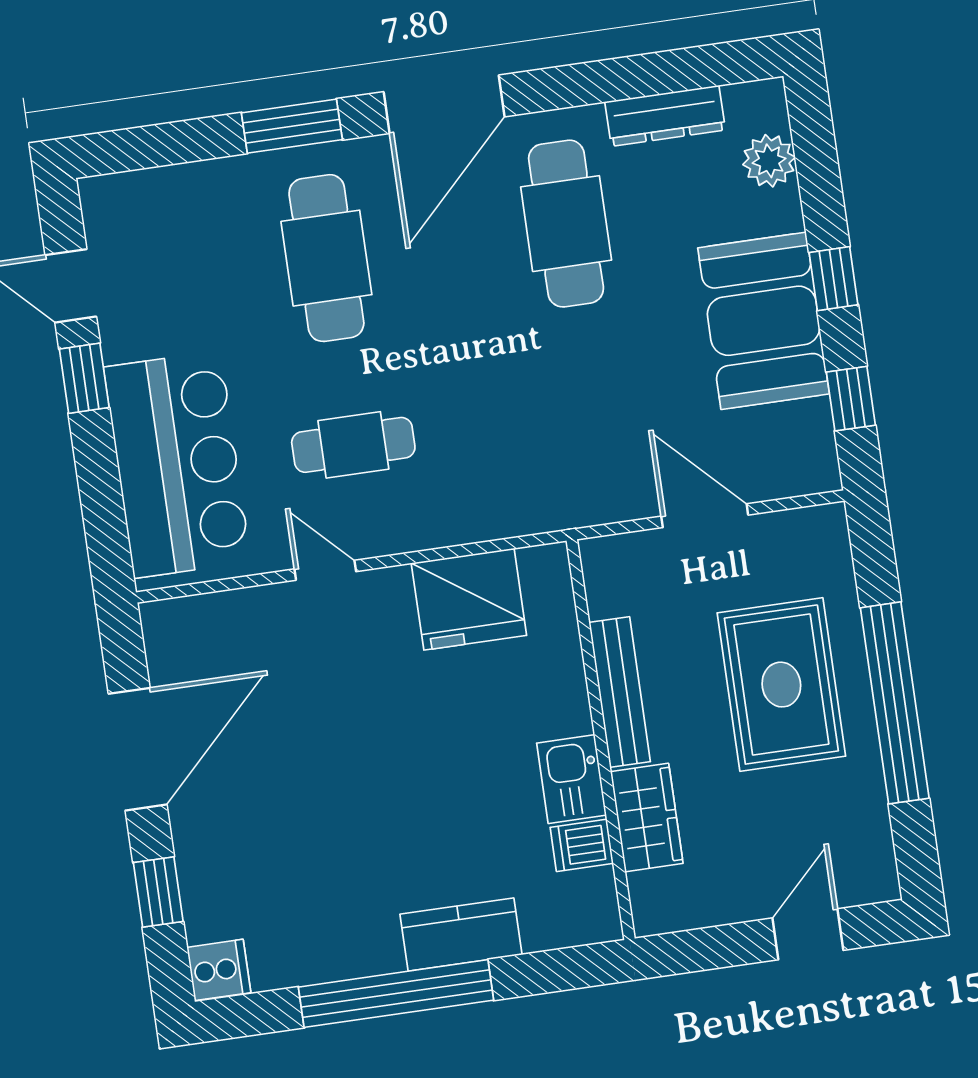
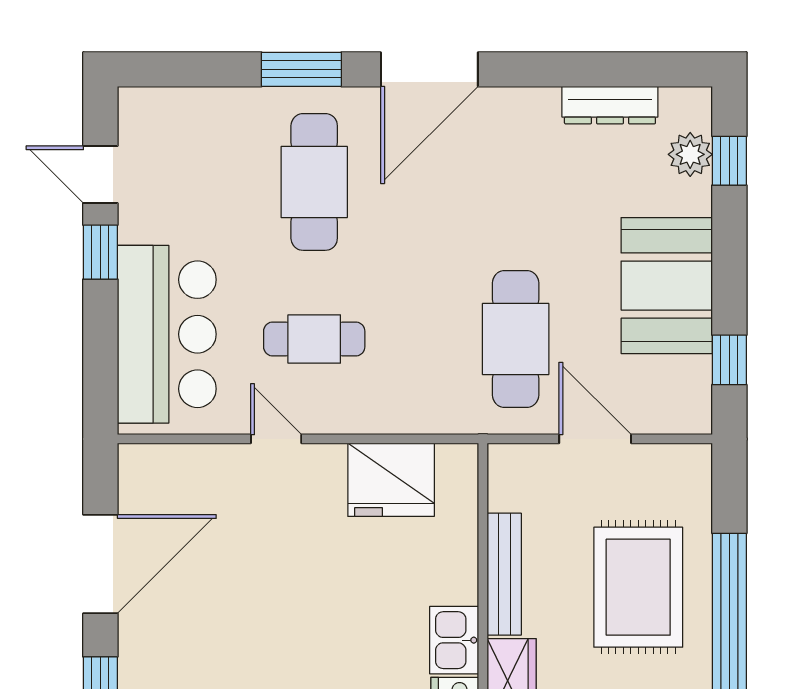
cafe table: (566, 224) -> (516, 339), moved
window: (834, 279) -> (729, 161), moved

